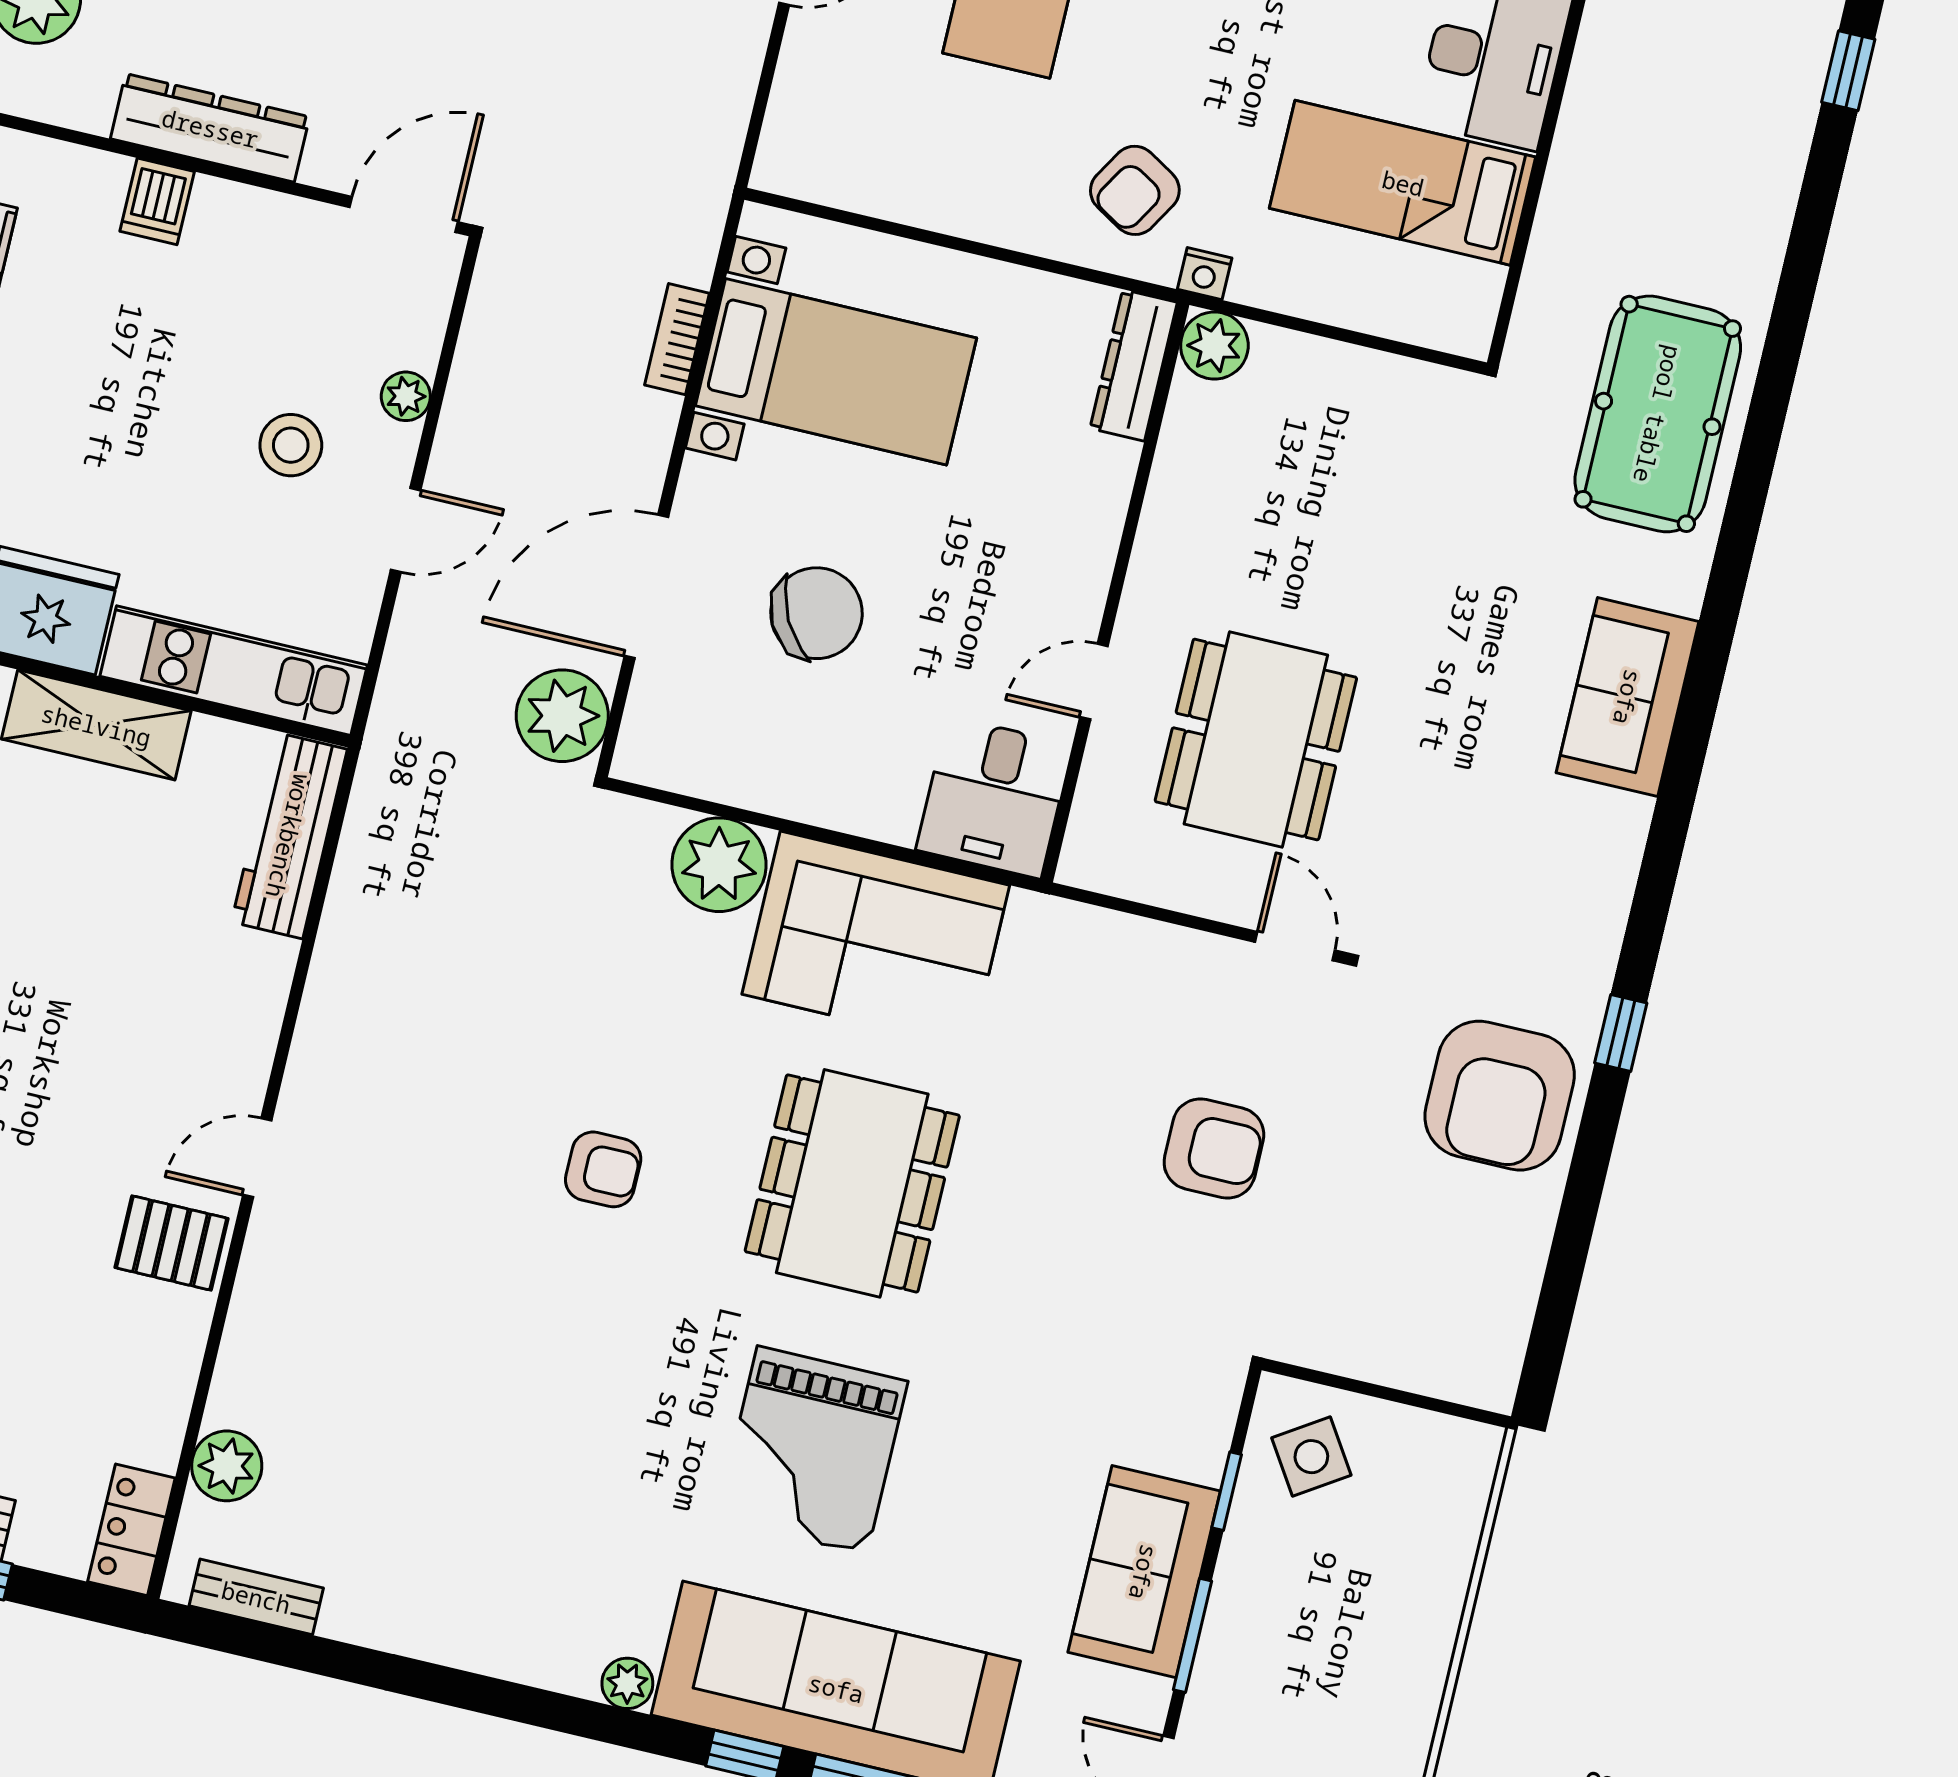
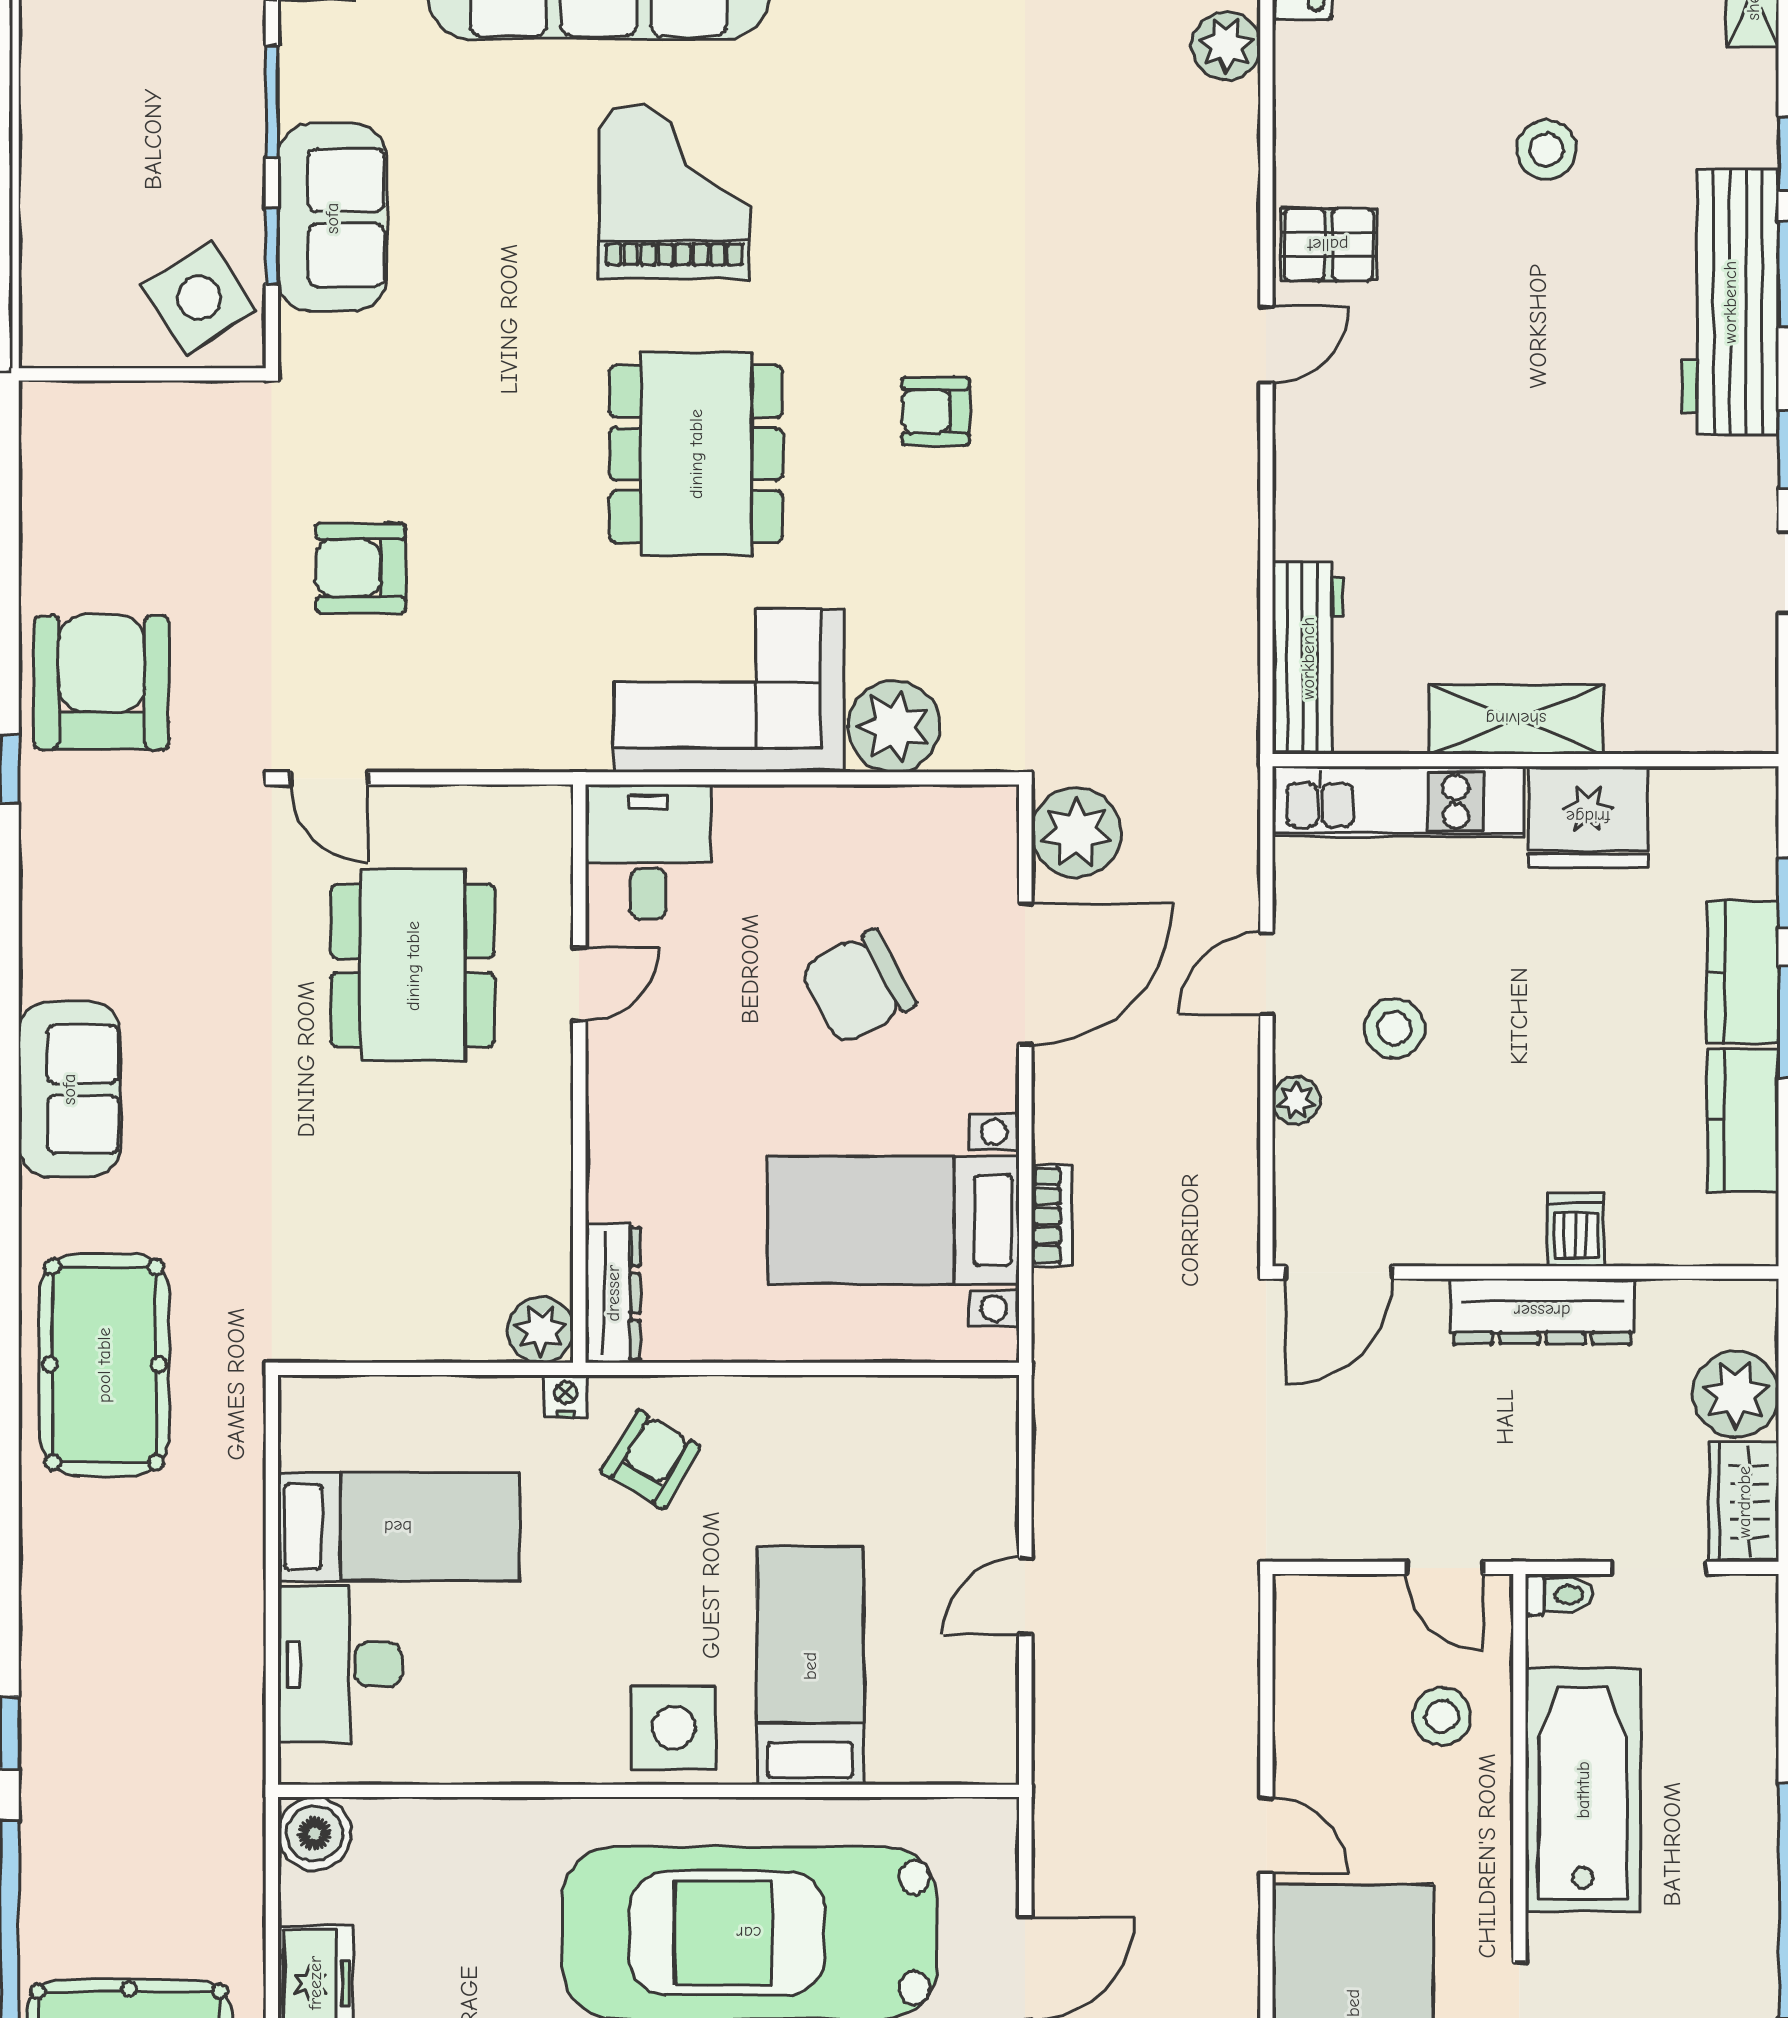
side table: (1311, 1457) -> (199, 298), width x1.37, depth x1.37
sofa: (1144, 1572) -> (332, 218), moved

